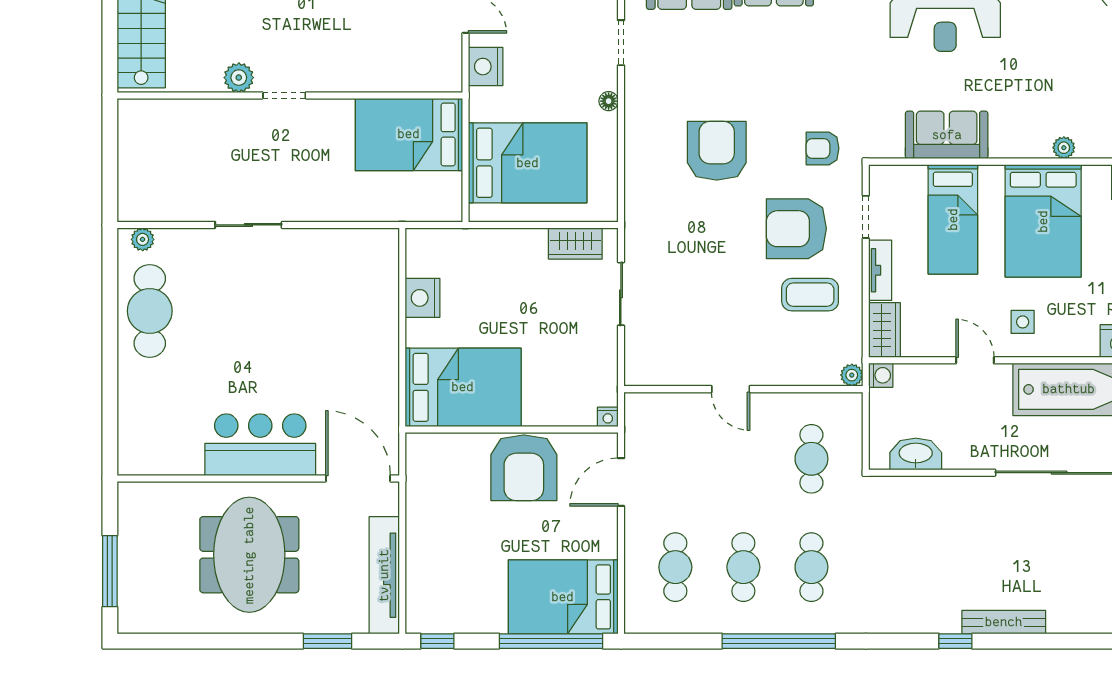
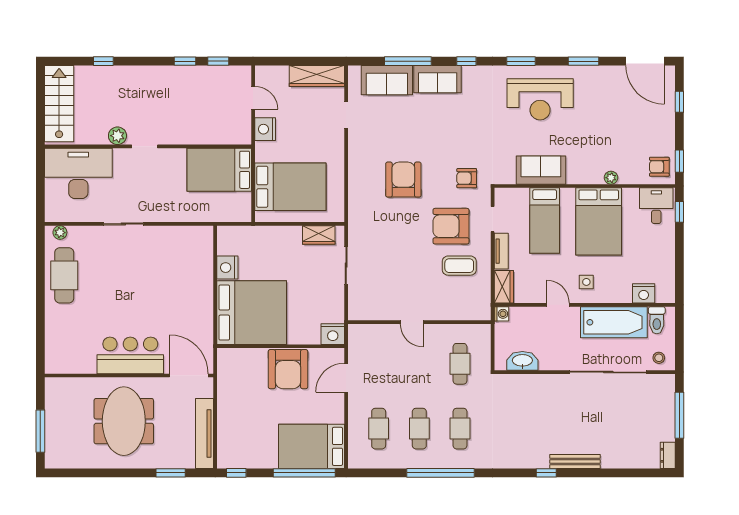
floor lamp: (609, 101) -> (339, 150), removed
desk: (173, 140) -> (78, 173), added
plant: (852, 375) -> (484, 314), removed
bed: (463, 387) -> (252, 313), width x1.36
nightstand: (608, 417) -> (333, 334), width x1.89, depth x1.79

